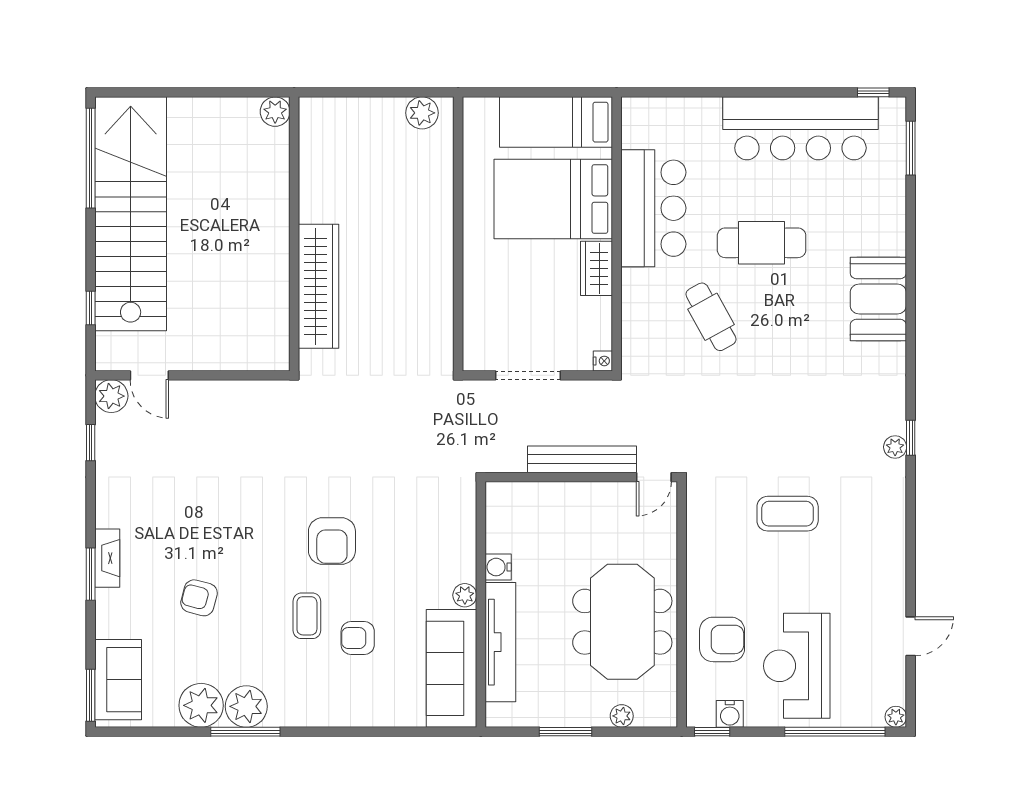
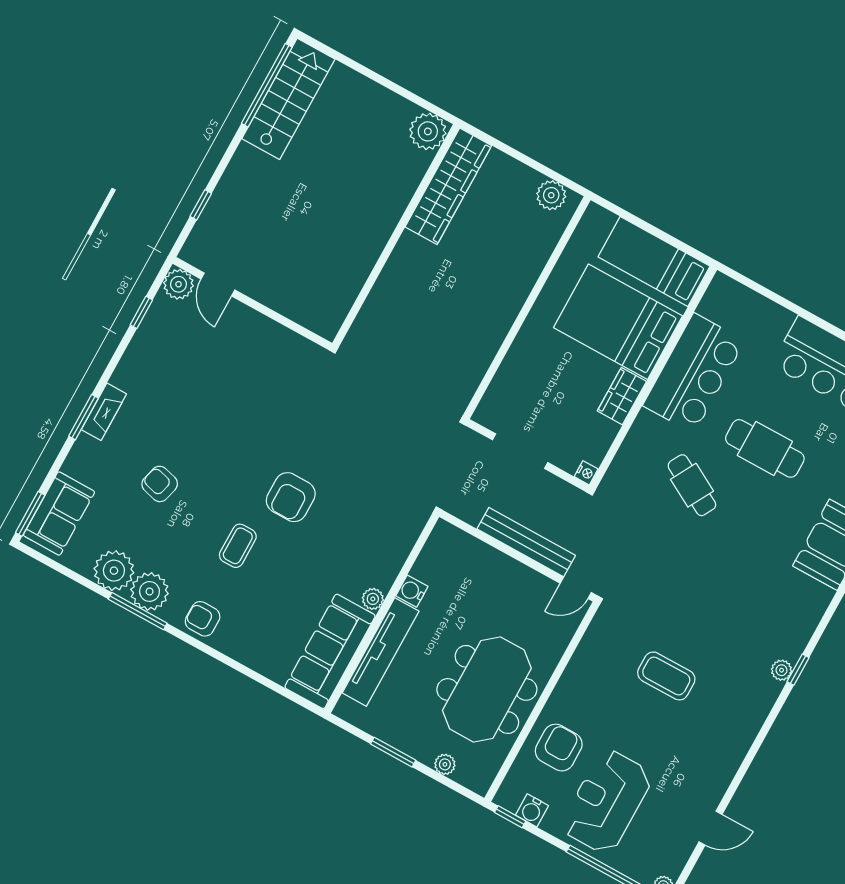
plant: (275, 112) -> (428, 131), width x1.36, depth x1.36
stairs: (131, 214) -> (288, 99), width x0.54, depth x0.66
wardrobe: (318, 286) -> (448, 186), moved
cafe table: (711, 317) -> (692, 485), turned -32
armchair: (358, 638) -> (203, 619), moved
armchair: (722, 639) -> (559, 748), turned -90

